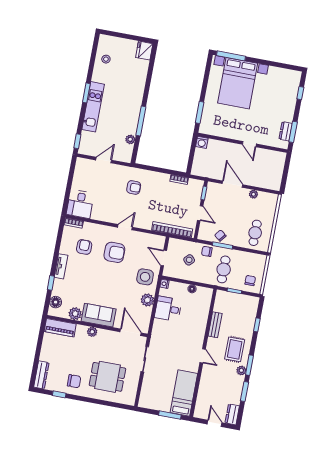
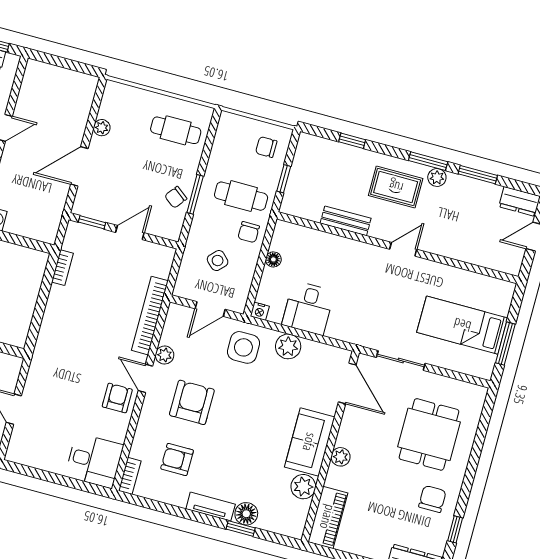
armchair: (134, 187) -> (117, 398), moved
bookcase: (172, 230) -> (150, 316), moved
plant: (138, 236) -> (165, 355), added
chair: (207, 251) -> (249, 232), moved
floor lamp: (56, 302) -> (246, 514), moved
door: (131, 332) -> (347, 383), swing flipped
bed: (184, 393) -> (462, 325), moved
window: (170, 415) -> (505, 343), moved

